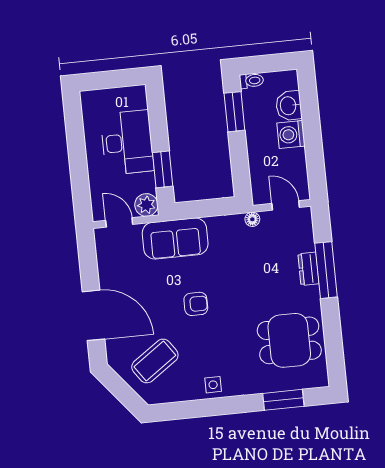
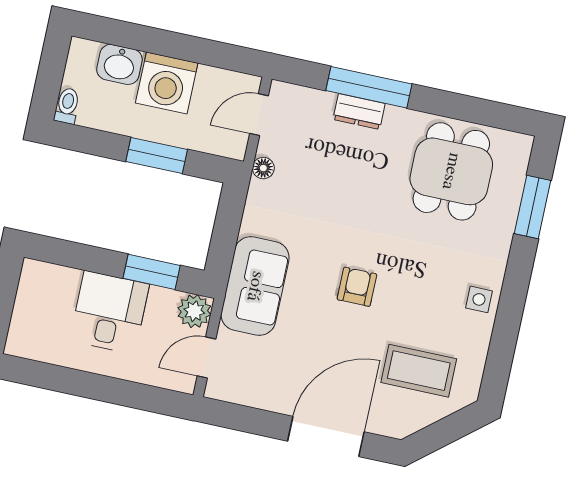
window: (234, 112) -> (157, 156), moved
washing machine: (291, 135) -> (167, 83), width x1.37, depth x1.37
desk: (127, 142) -> (109, 312), width x0.73
coffee table: (155, 361) -> (419, 371), turned -55

